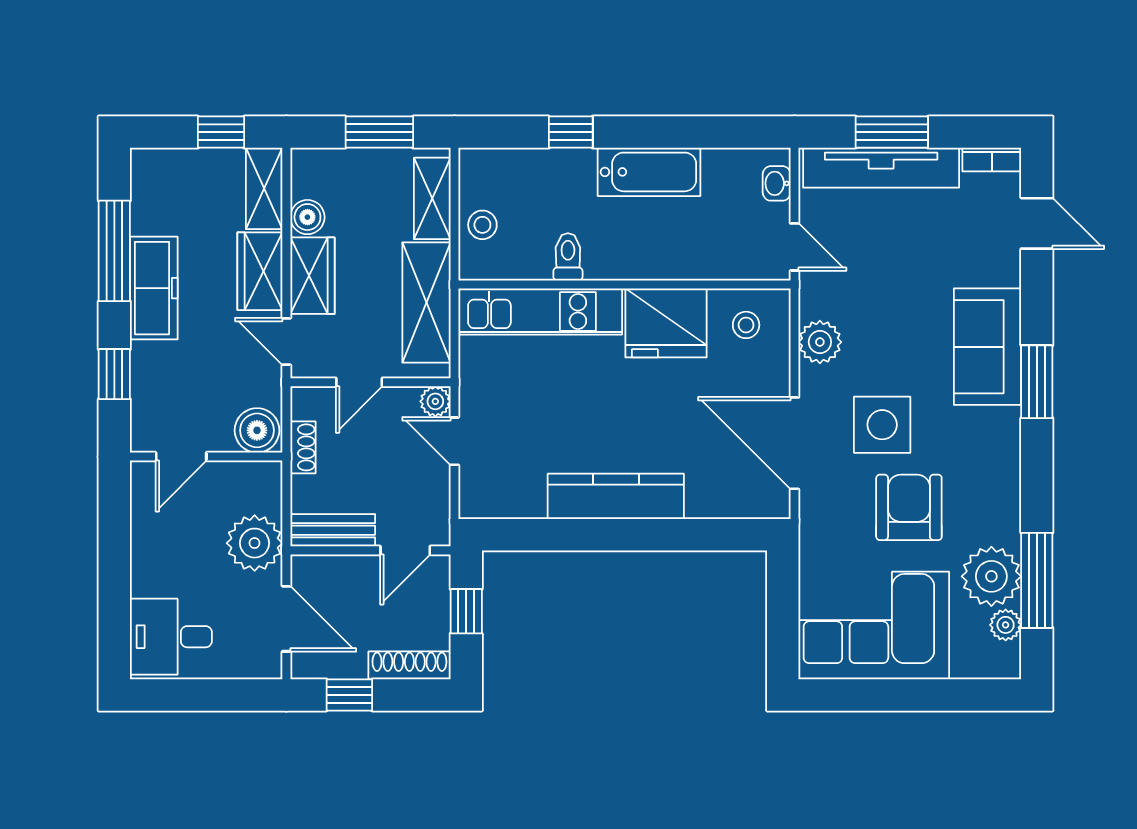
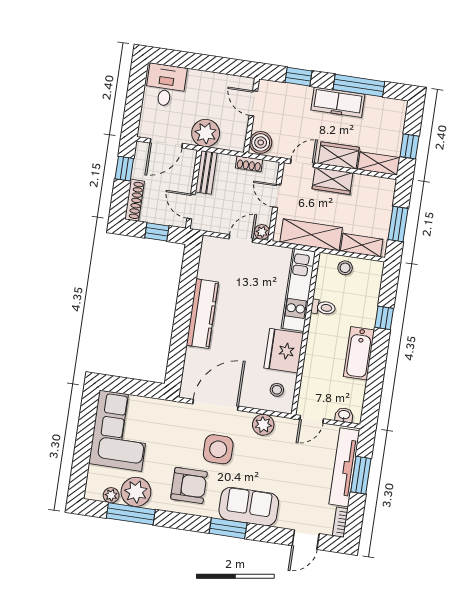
boiler: (307, 217) -> (362, 183), removed
armchair: (909, 507) -> (189, 485), moved

